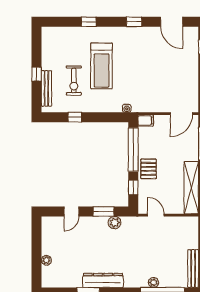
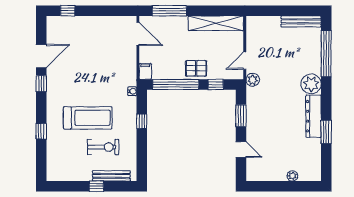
door: (172, 22) -> (41, 56), moved
window: (75, 117) -> (142, 121), moved
plant: (114, 223) -> (253, 80), moved
plant: (154, 282) -> (311, 84), moved, width x1.87, depth x1.87

